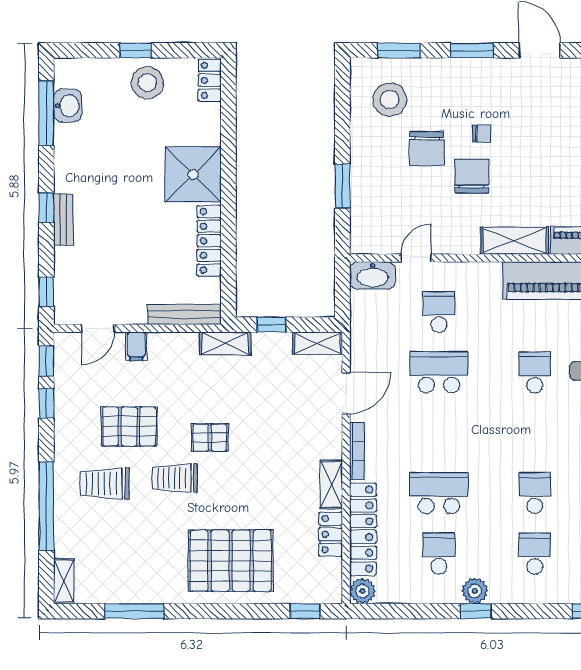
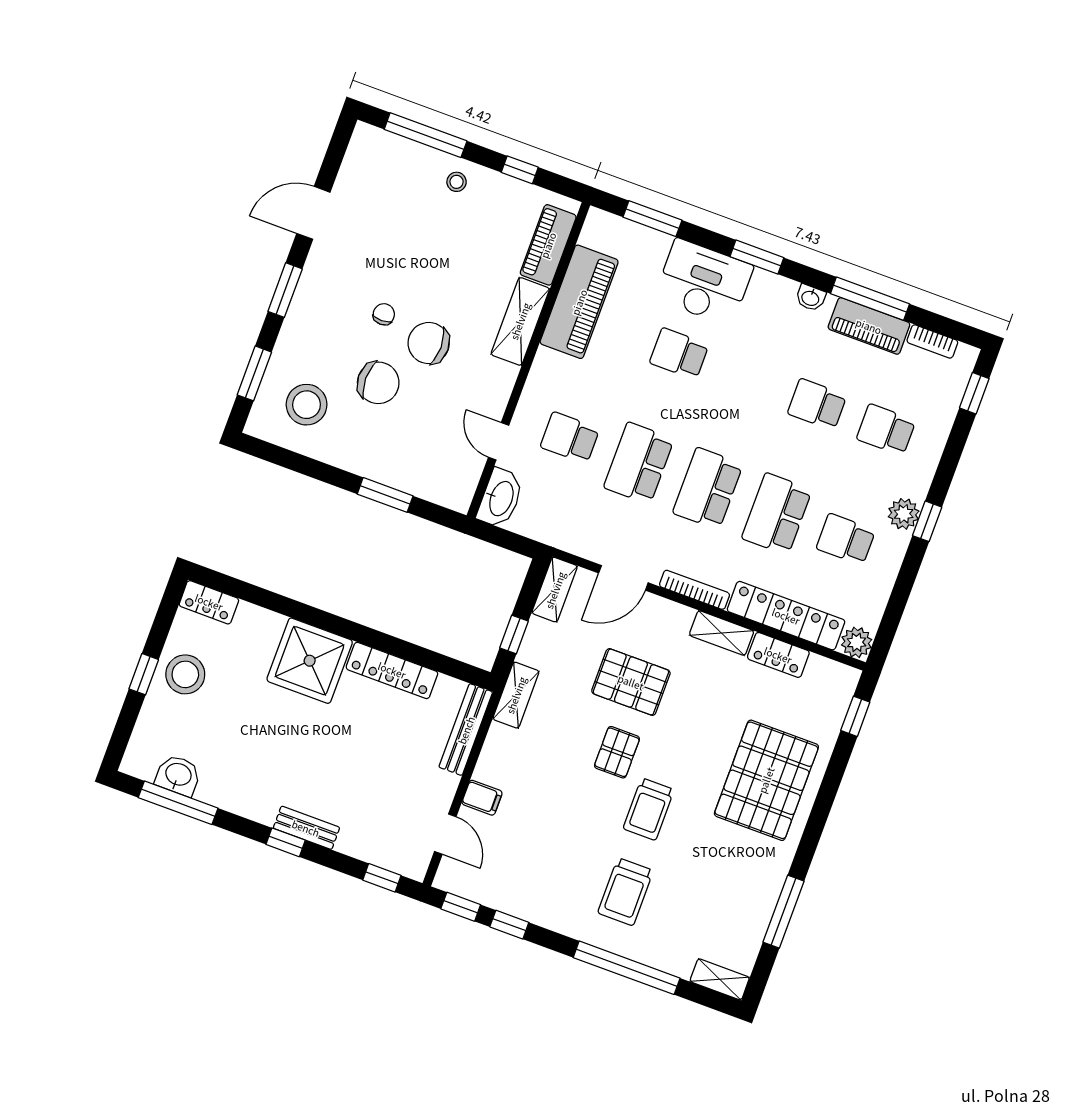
door: (346, 393) -> (623, 578), swing flipped
pallet: (129, 426) -> (631, 682), moved, turned 90
school desk: (439, 433) -> (708, 488), added

